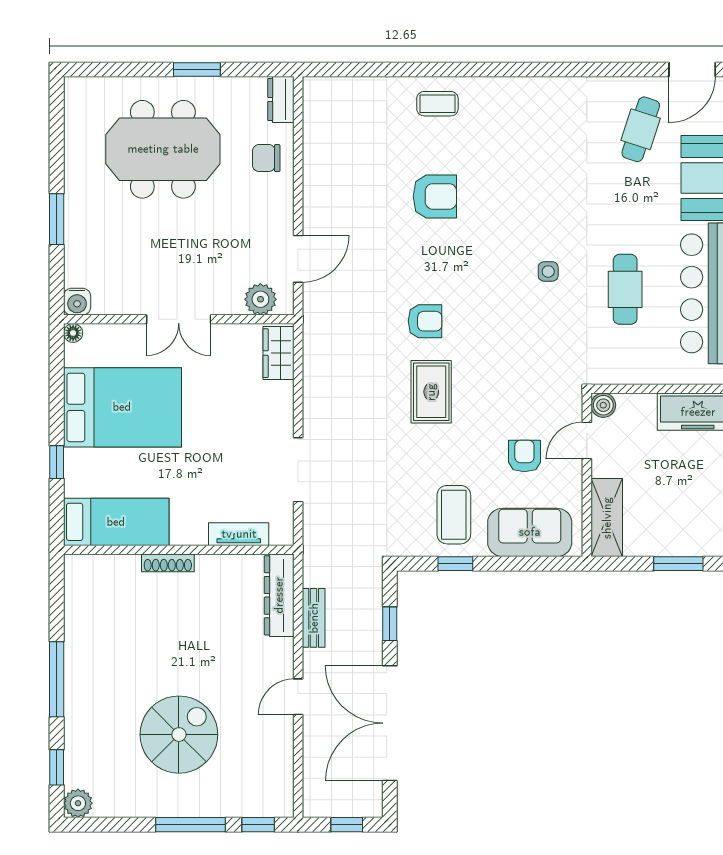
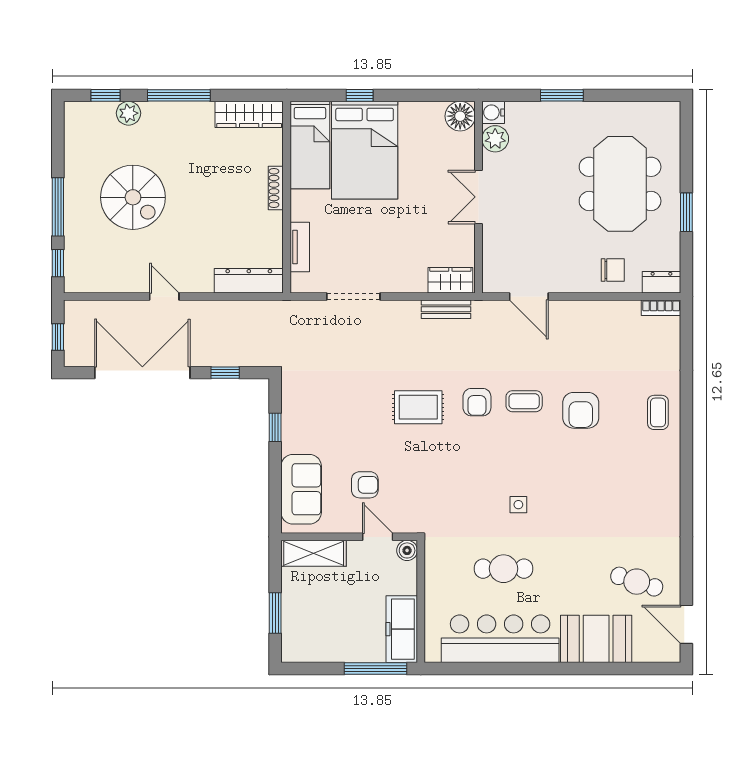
bookcase: (312, 100) -> (661, 308), added
chair: (266, 158) -> (613, 270), turned 90
plant: (260, 299) -> (495, 139), moved
floor lamp: (73, 333) -> (460, 116), width x1.89, depth x1.89
bed: (122, 407) -> (365, 150), moved
coffee table: (454, 515) -> (524, 401), moved, width x0.73, depth x0.77
wardrobe: (79, 595) -> (249, 114), added
bench: (314, 618) -> (446, 309), moved
plant: (78, 803) -> (128, 113), moved

